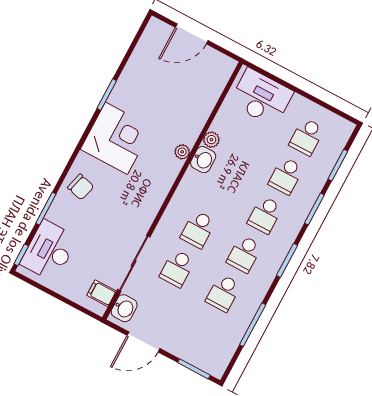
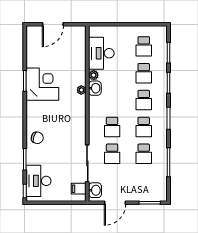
desk: (261, 97) -> (101, 53), moved, turned -90
corner desk: (116, 138) -> (42, 84), moved

